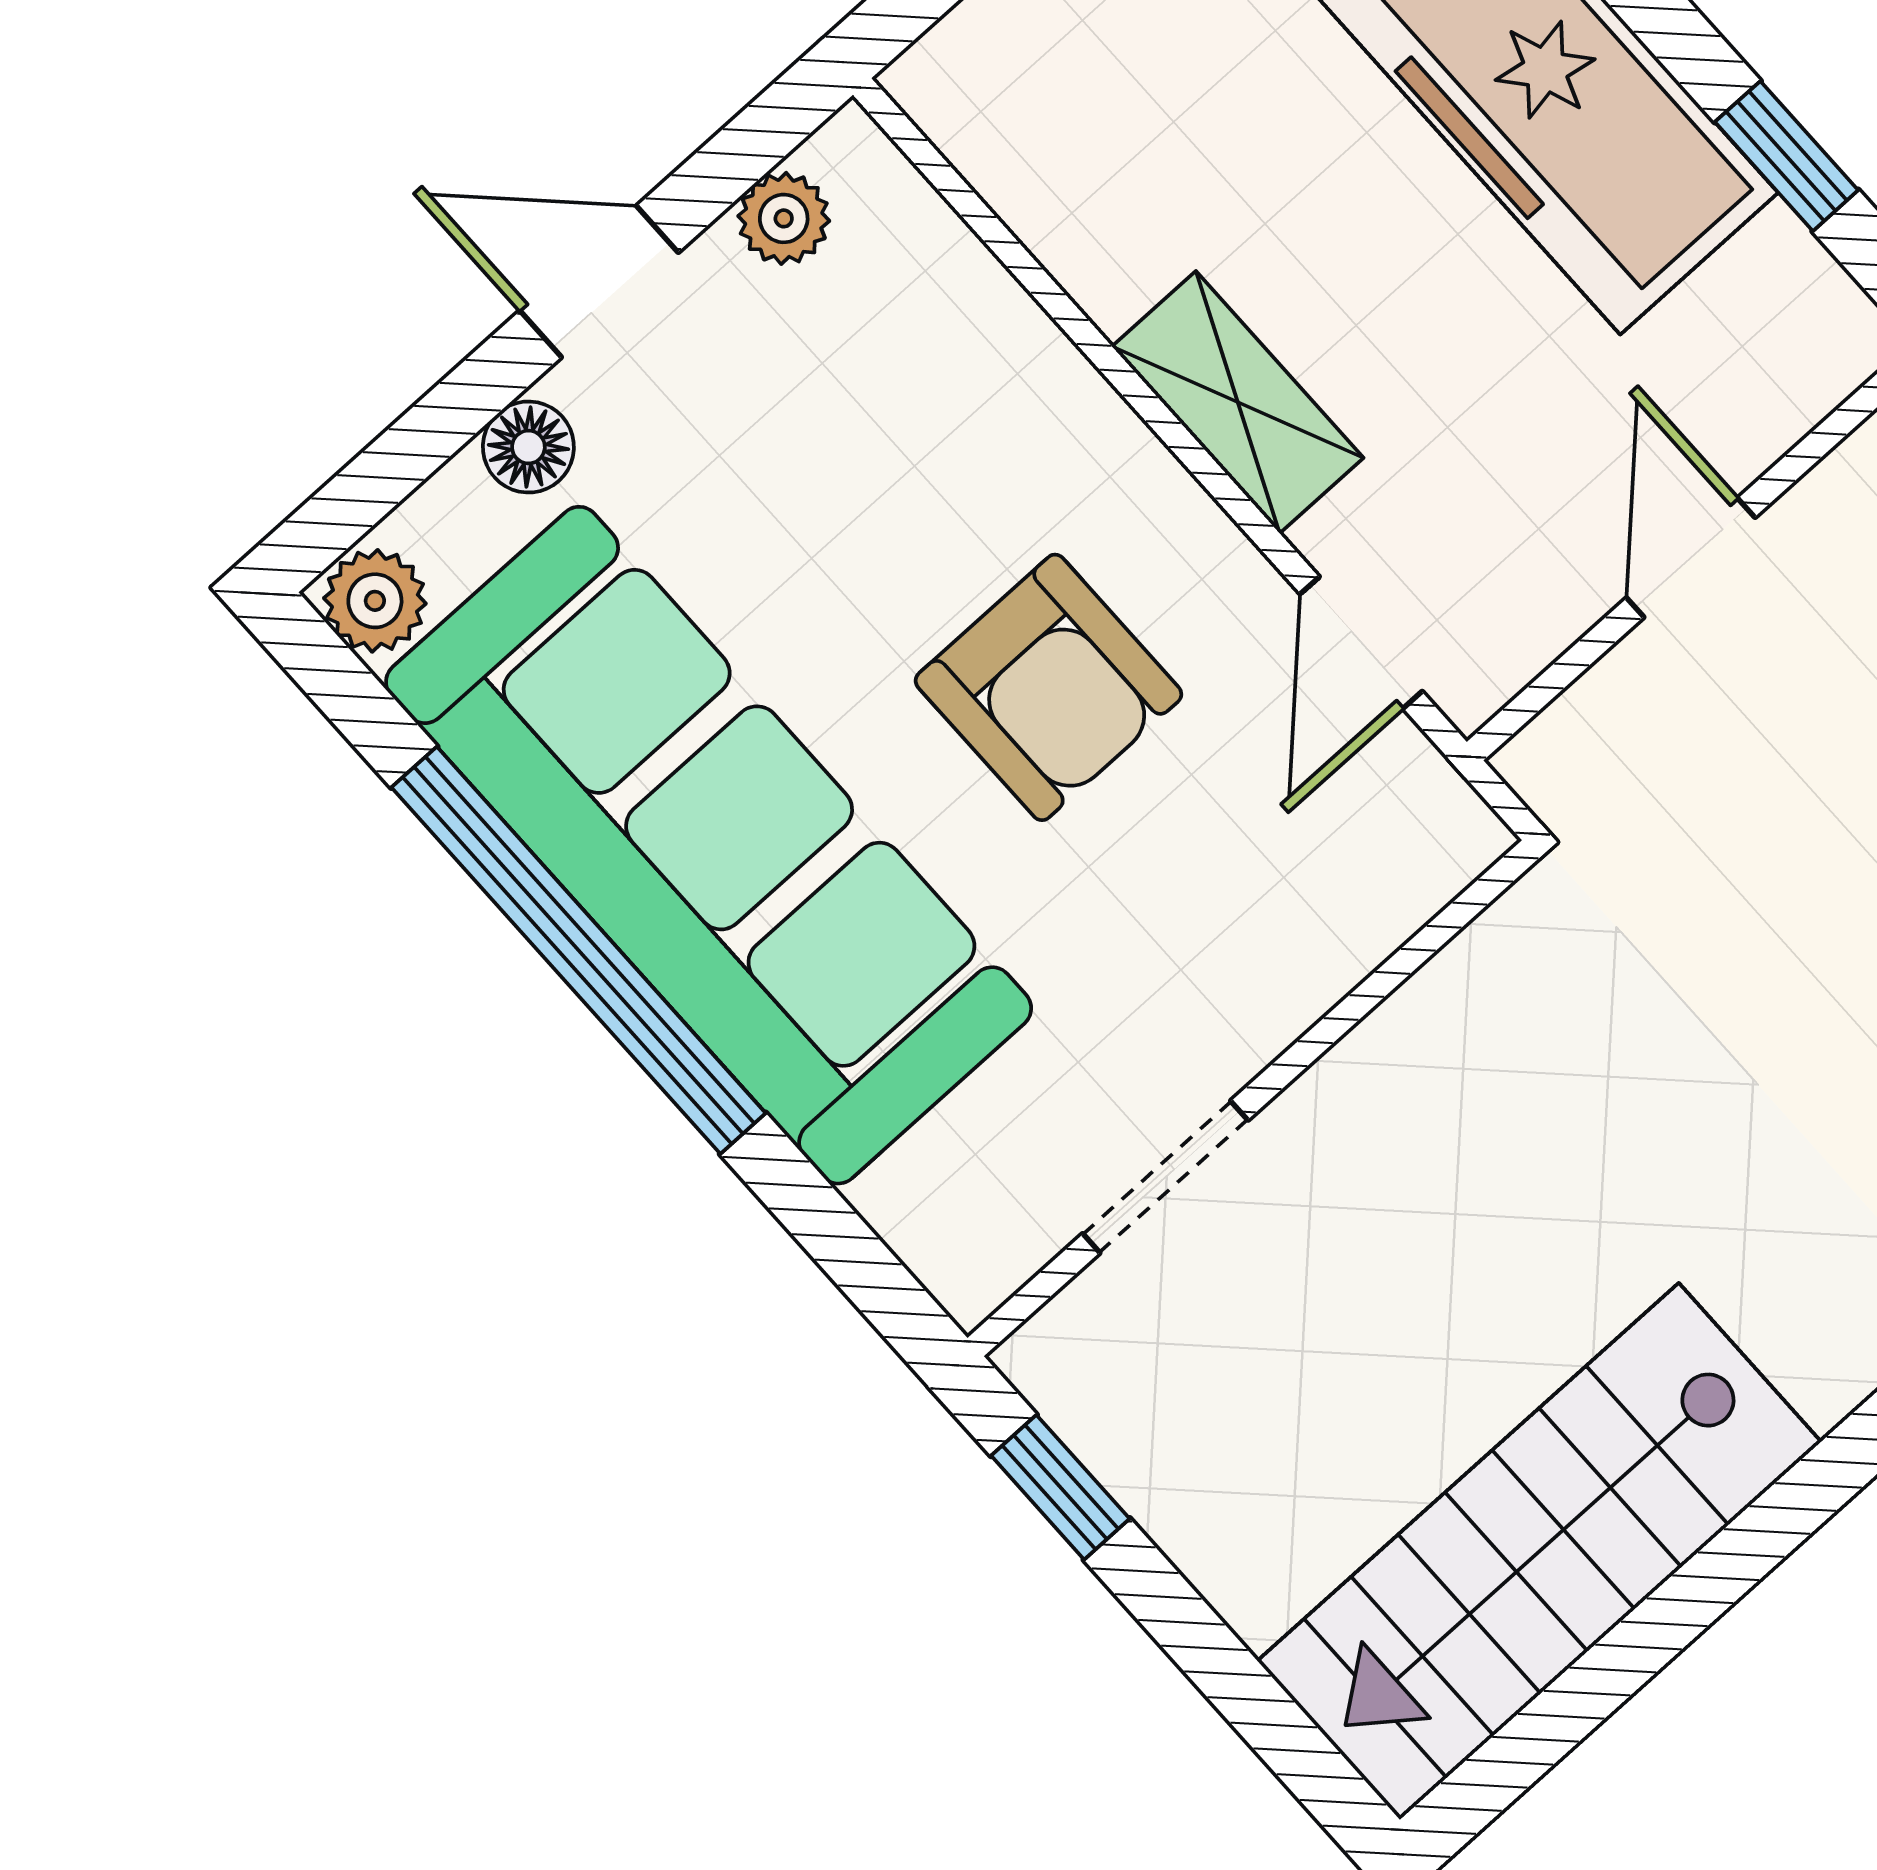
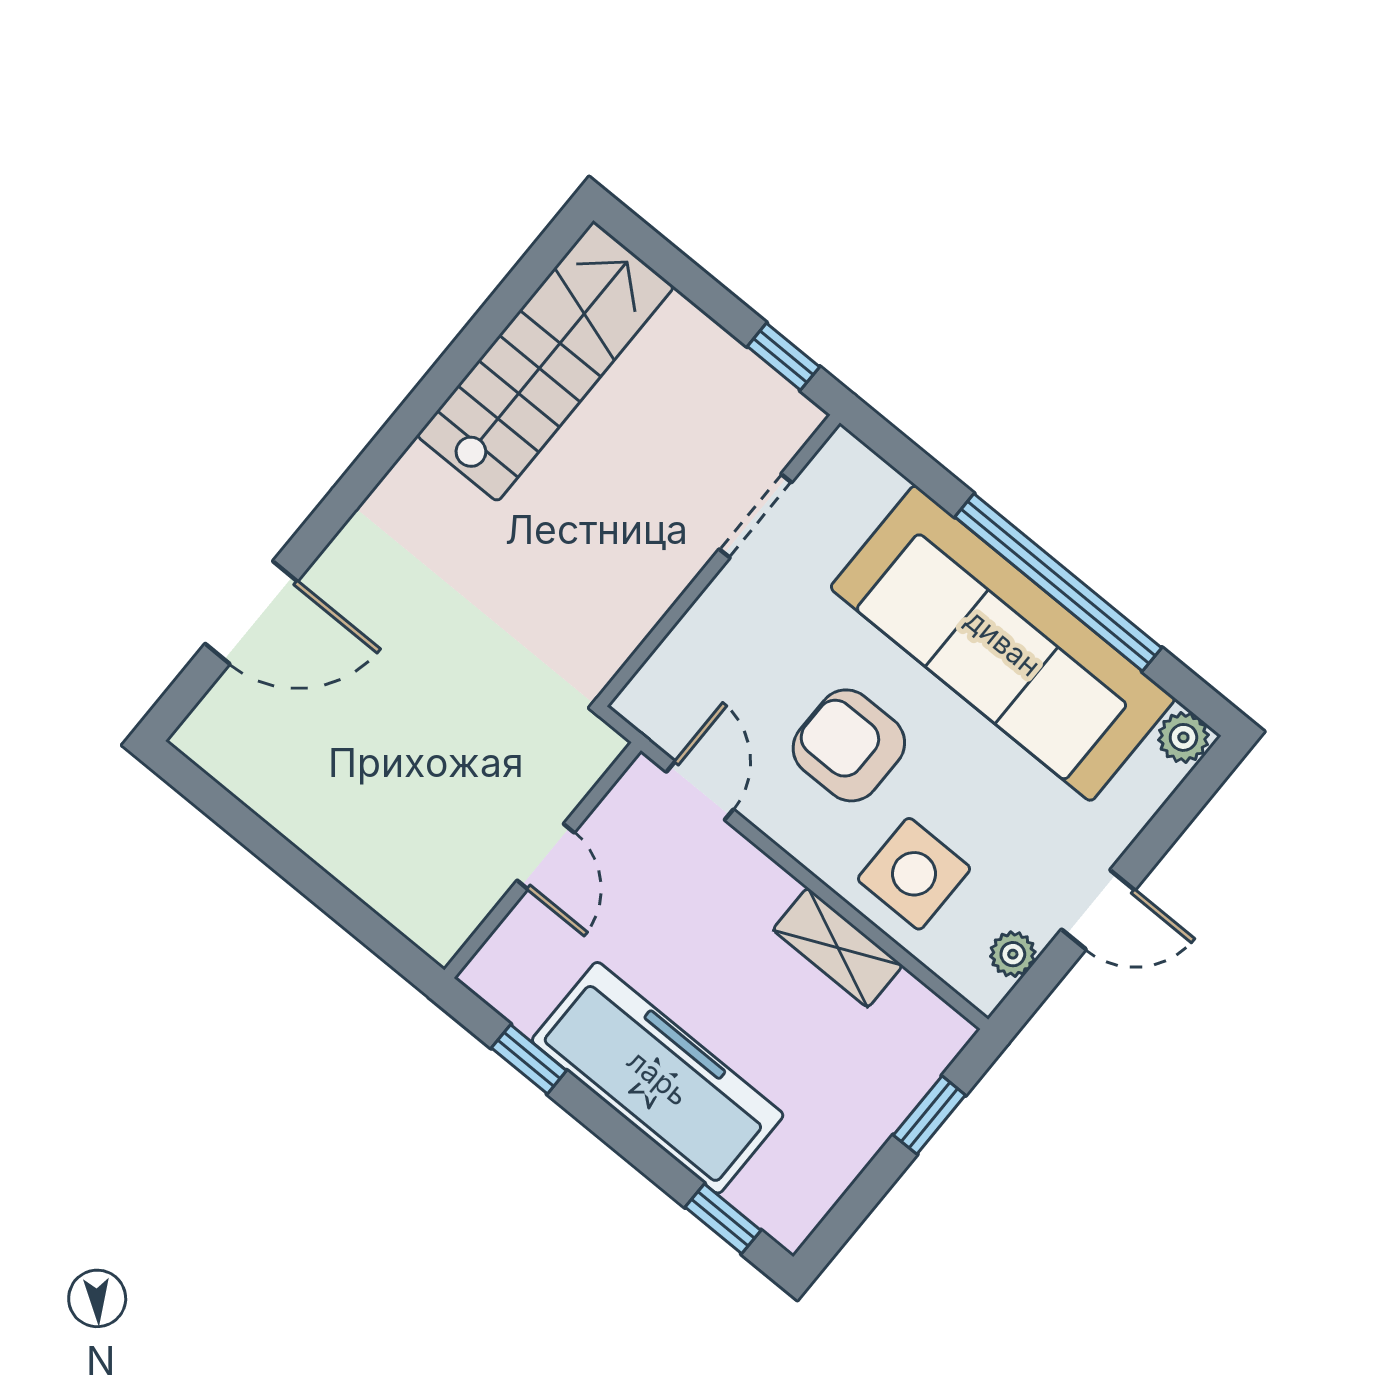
shelving: (1238, 402) -> (838, 948), moved
side table: (957, 410) -> (914, 874), added
floor lamp: (528, 447) -> (1120, 824), removed

